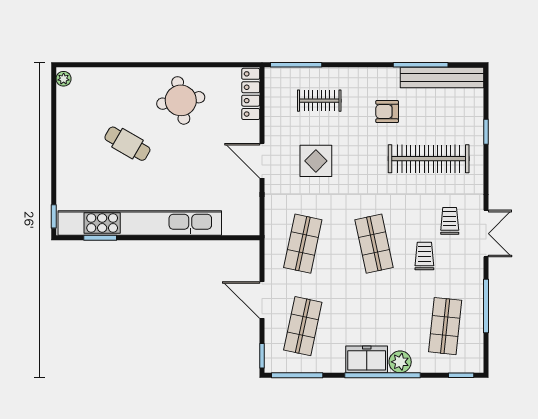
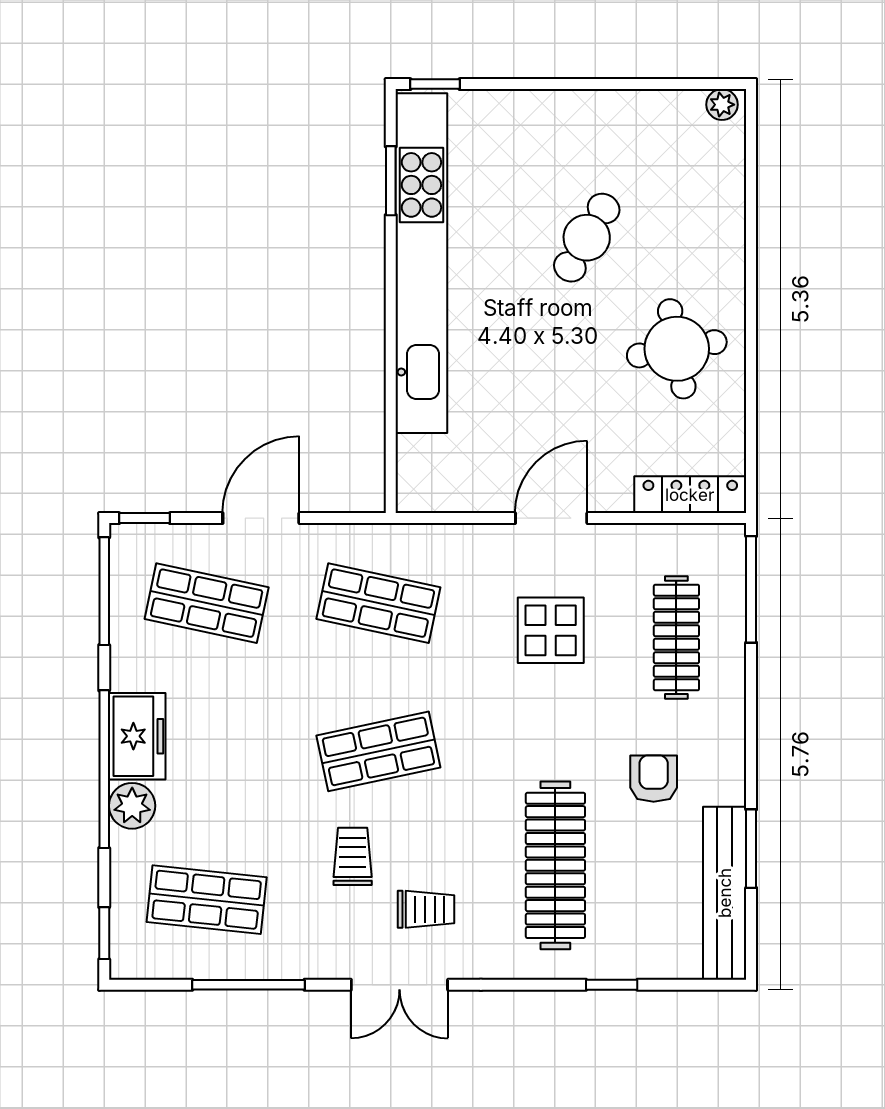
window: (421, 65) -> (751, 849), width x0.69
clothes rail: (319, 101) -> (676, 637), width x1.36
trolley: (424, 256) -> (353, 856), turned -90

